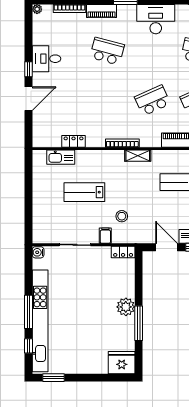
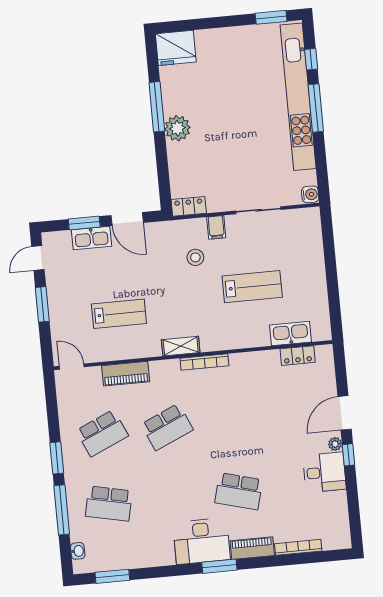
plant: (37, 9) -> (335, 444), moved
desk: (156, 19) -> (202, 541), moved
locker: (74, 141) -> (298, 356), moved

